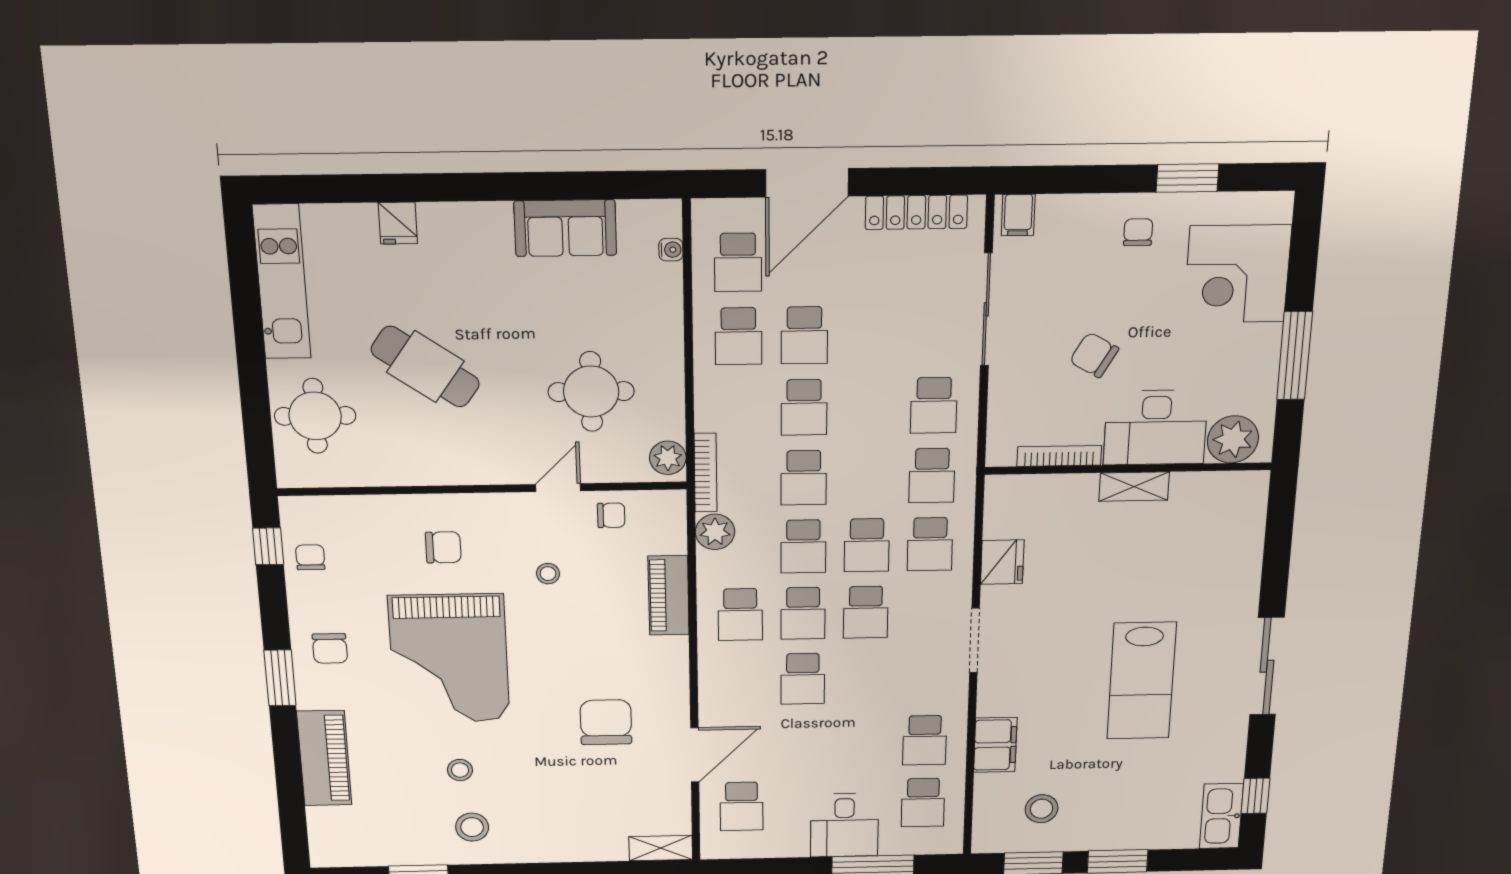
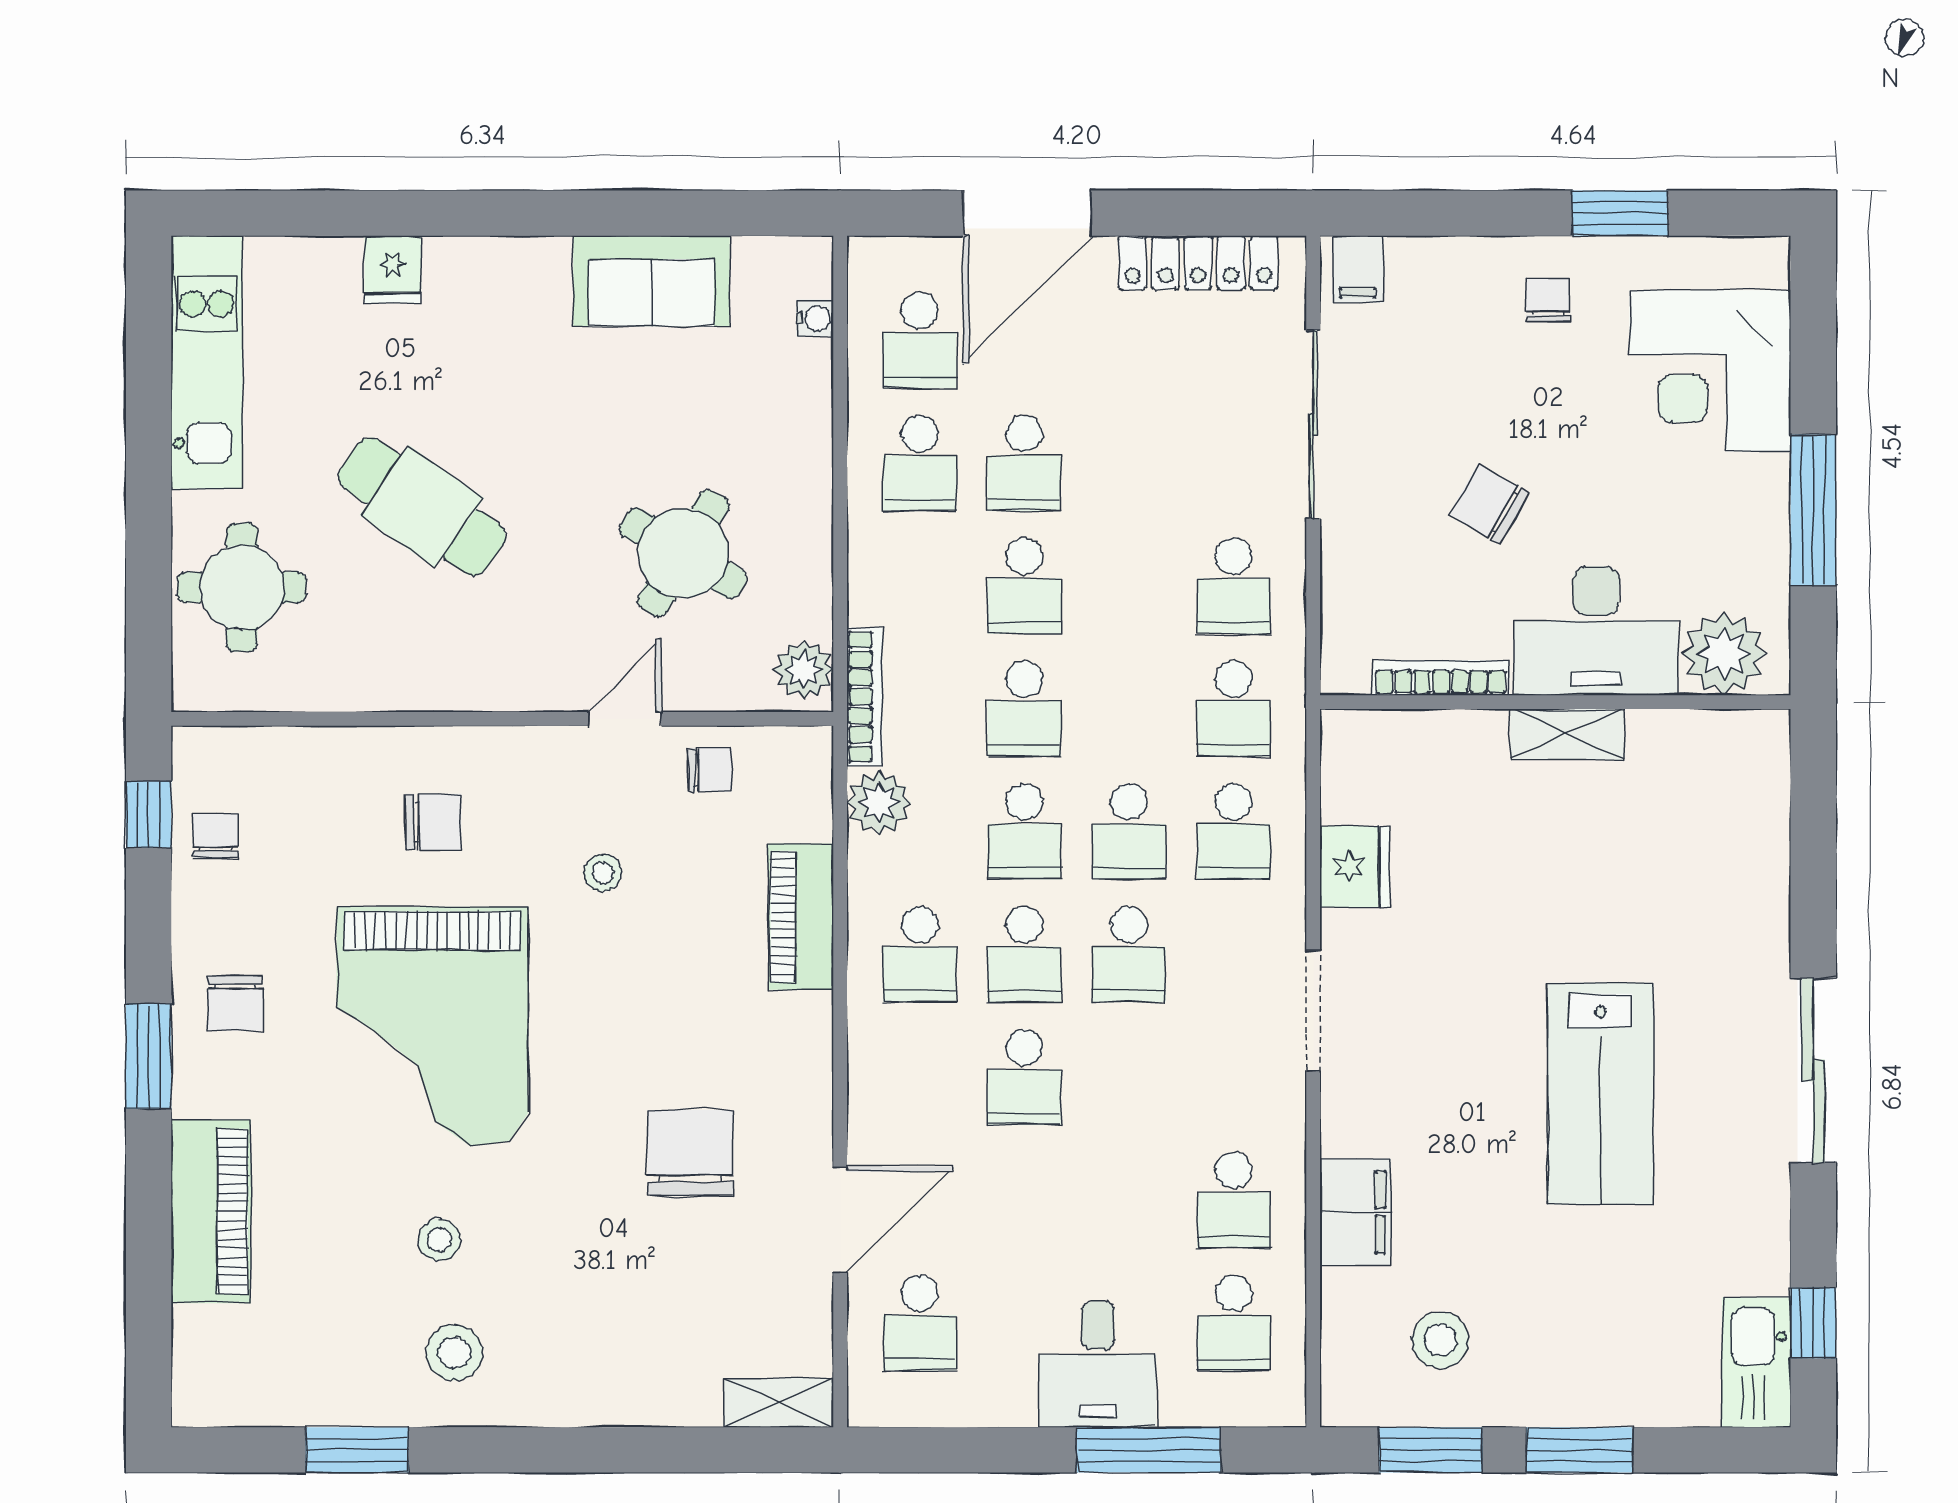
round table: (591, 392) -> (683, 553), turned 31

